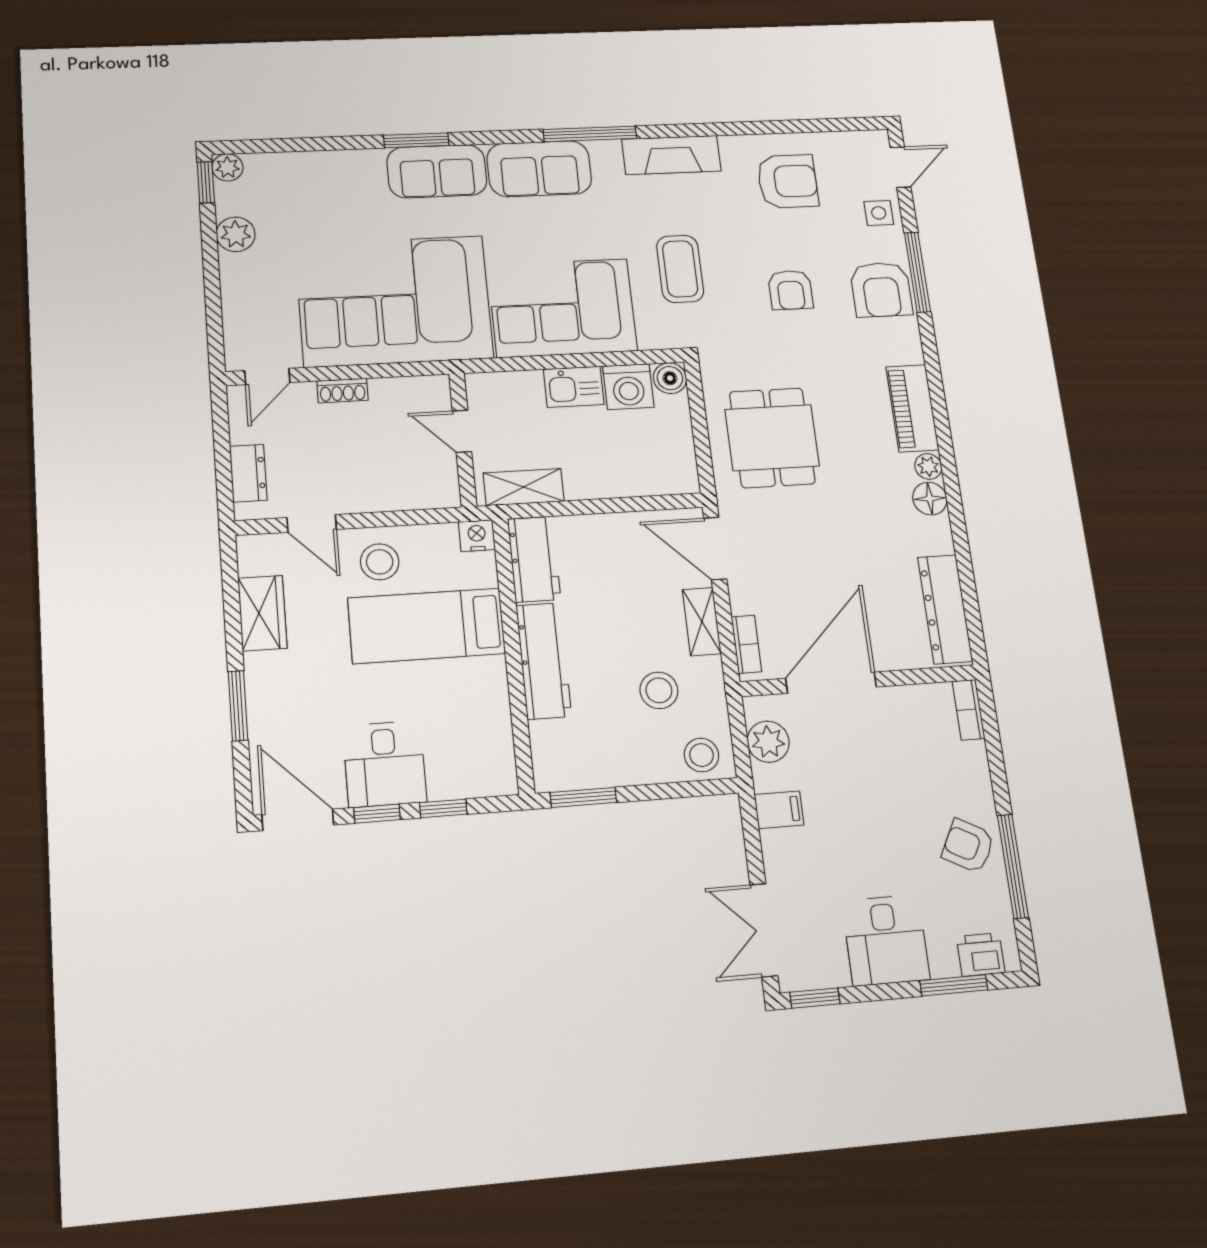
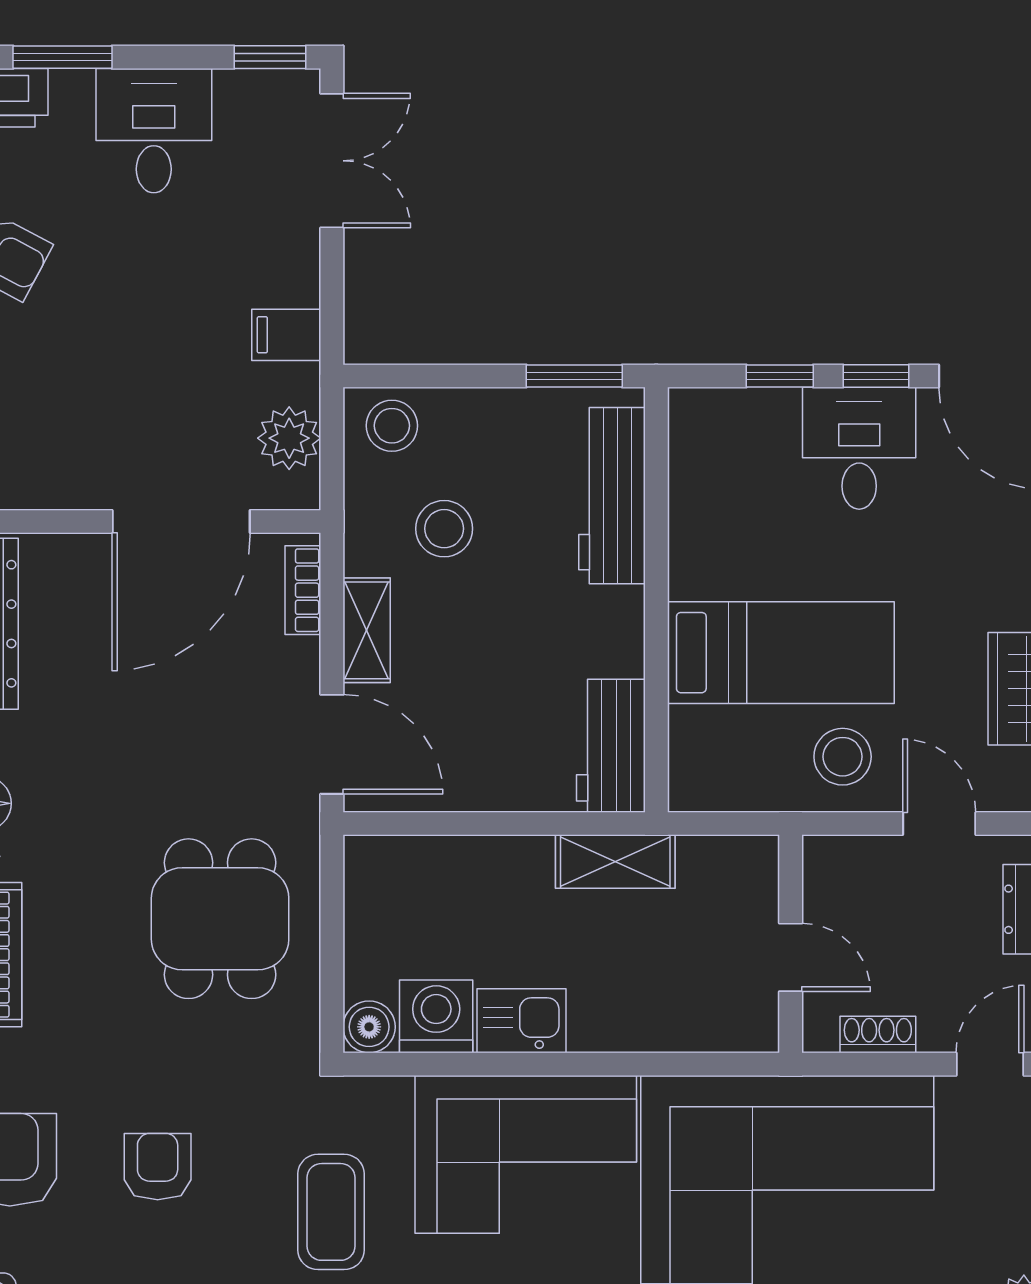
door: (462, 431) -> (791, 957), moved
wall: (463, 440) -> (791, 944), moved
nightstand: (477, 536) -> (694, 788), removed
workbench: (544, 661) -> (612, 496), moved

